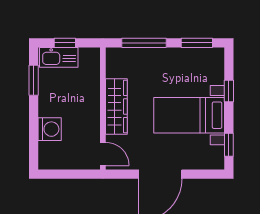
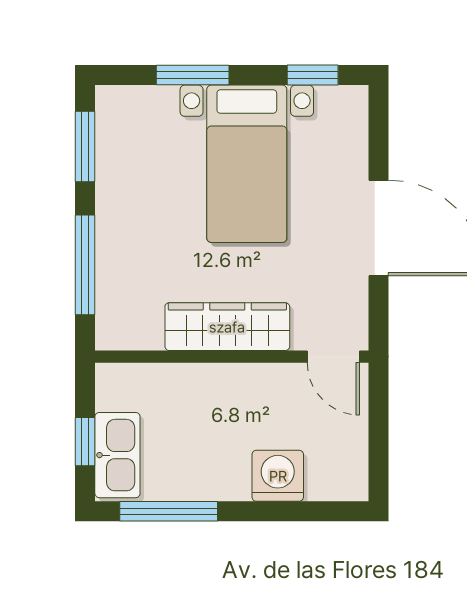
window: (34, 80) -> (169, 511), width x1.44
window: (229, 91) -> (193, 75), width x1.50
door: (103, 154) -> (333, 357), swing flipped

